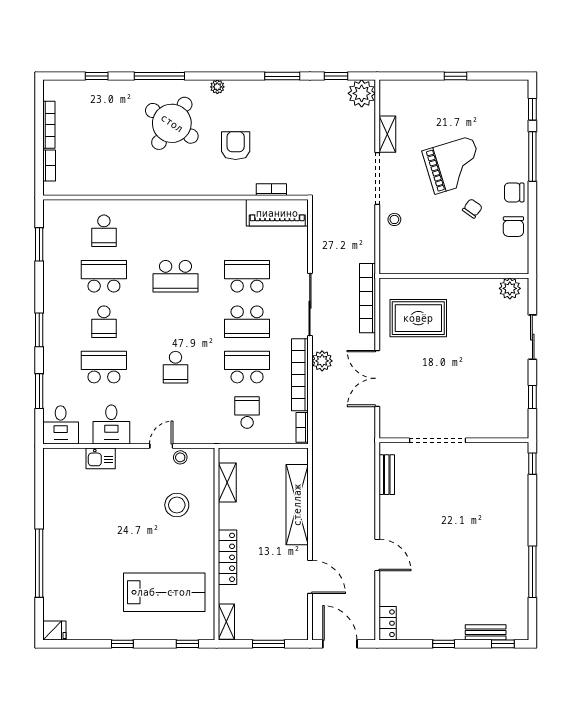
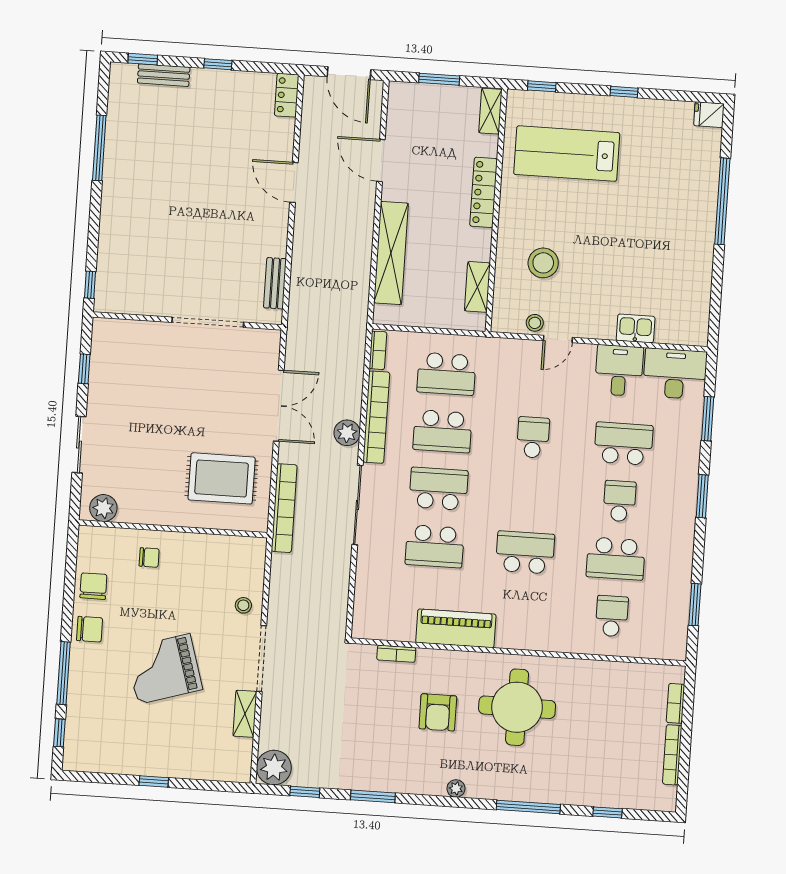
round table: (172, 123) -> (517, 707), moved, turned -34
chair: (472, 208) -> (149, 557), moved, turned -126
piano: (277, 213) -> (456, 628), moved
school desk: (104, 367) -> (624, 444), turned 180
school desk: (247, 413) -> (446, 374), width x1.85
desk: (61, 425) -> (675, 374), width x1.37

